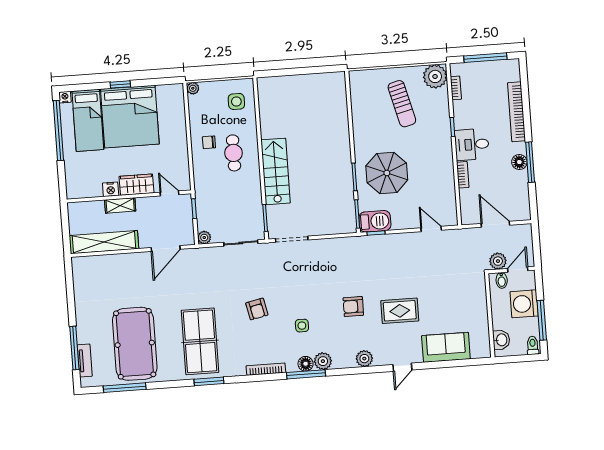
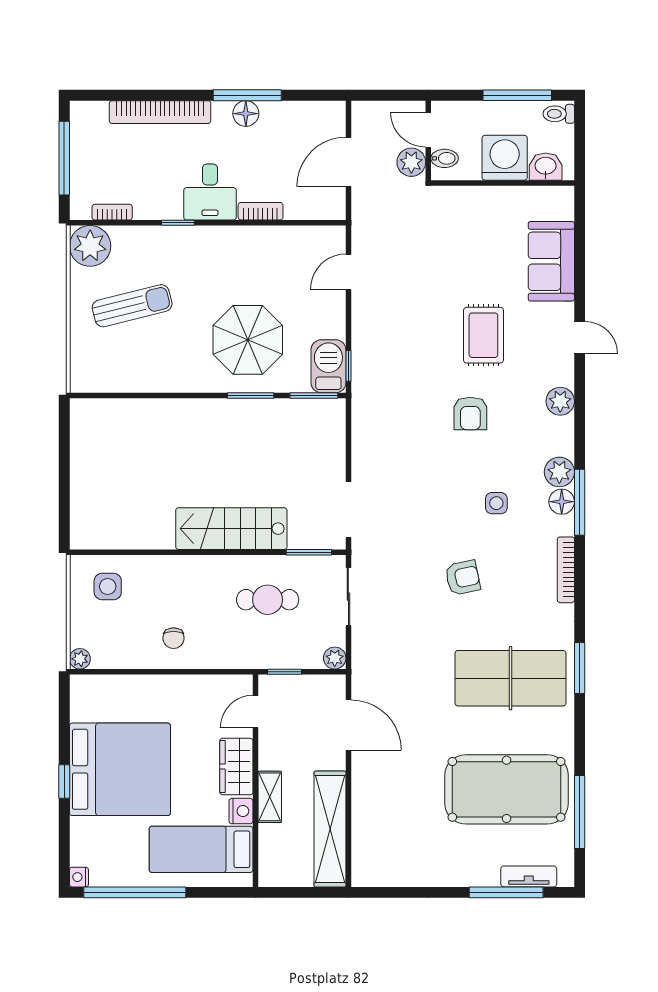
bed: (88, 120) -> (201, 849), moved, turned 180
cafe table: (234, 153) -> (268, 600), moved
washing machine: (524, 304) -> (505, 158), moved, turned 180

